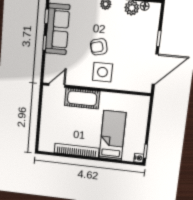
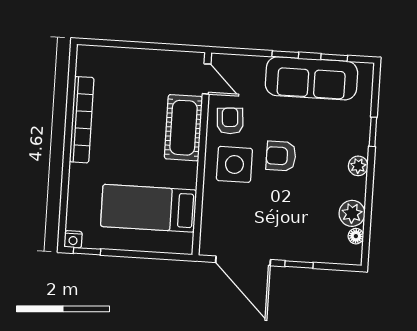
armchair: (99, 47) -> (281, 156), turned -76
armchair: (79, 74) -> (230, 121), added
bed: (112, 135) -> (149, 208), moved, turned 180

